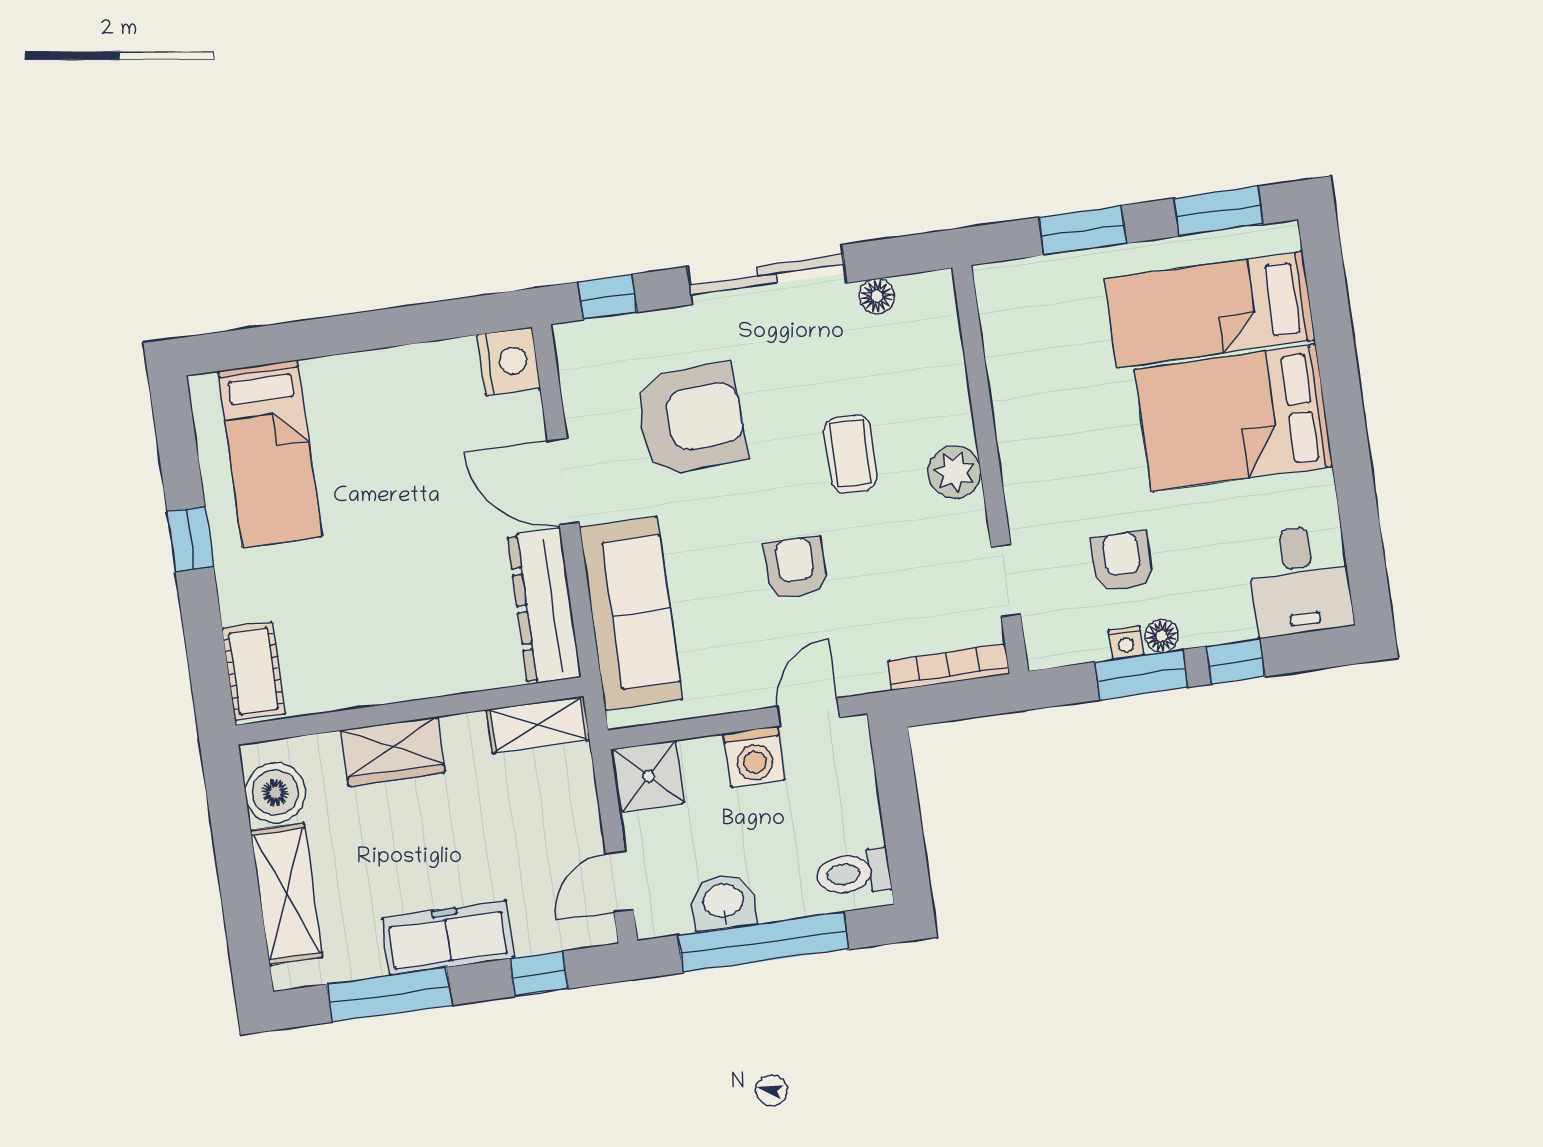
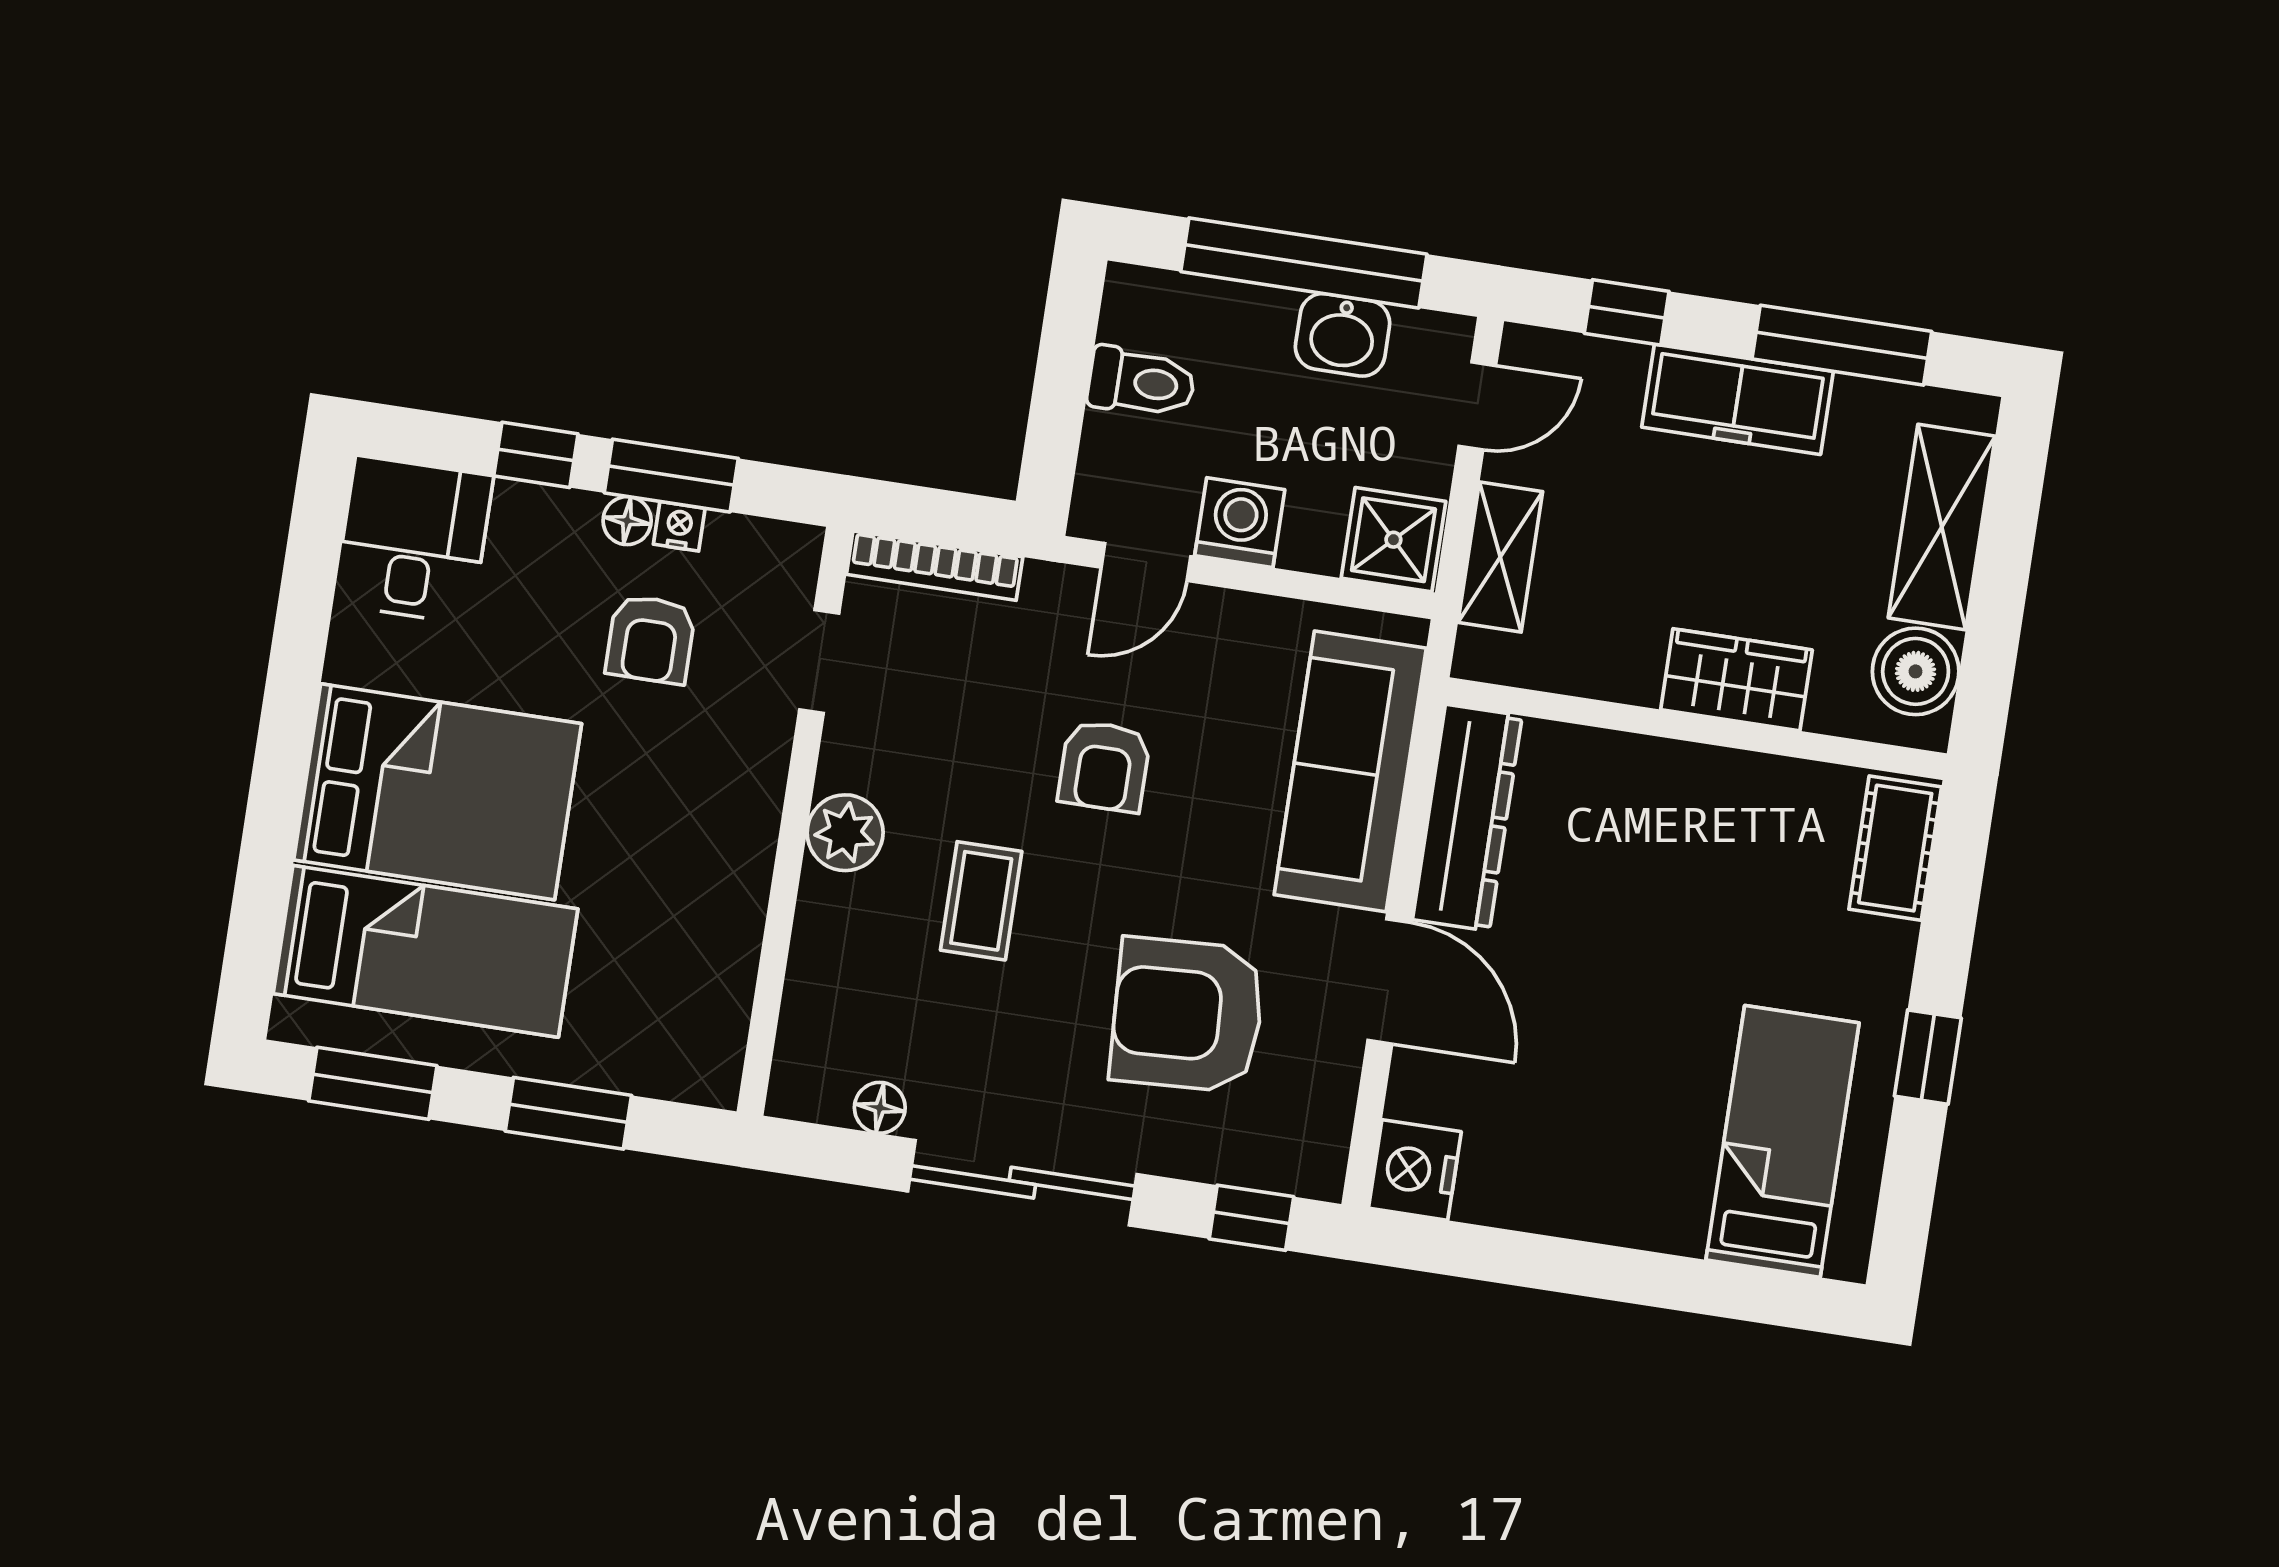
shelving: (538, 725) -> (1500, 557), moved, turned 90
toilet: (853, 873) -> (1141, 382), moved

